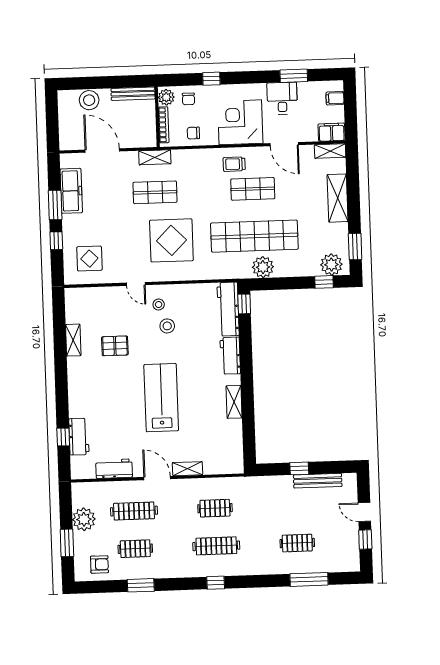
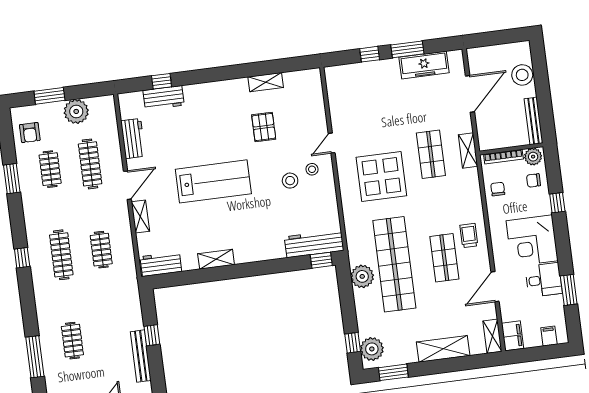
corner desk: (240, 122) -> (532, 241), moved, turned 180
display table: (89, 259) -> (354, 91), removed
workbench: (230, 356) -> (161, 264), moved

